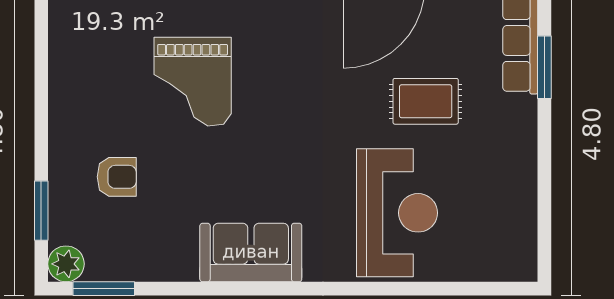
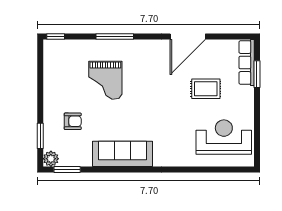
reception desk: (397, 213) -> (224, 137), moved, turned -90
sofa: (251, 252) -> (123, 154), width x1.36

